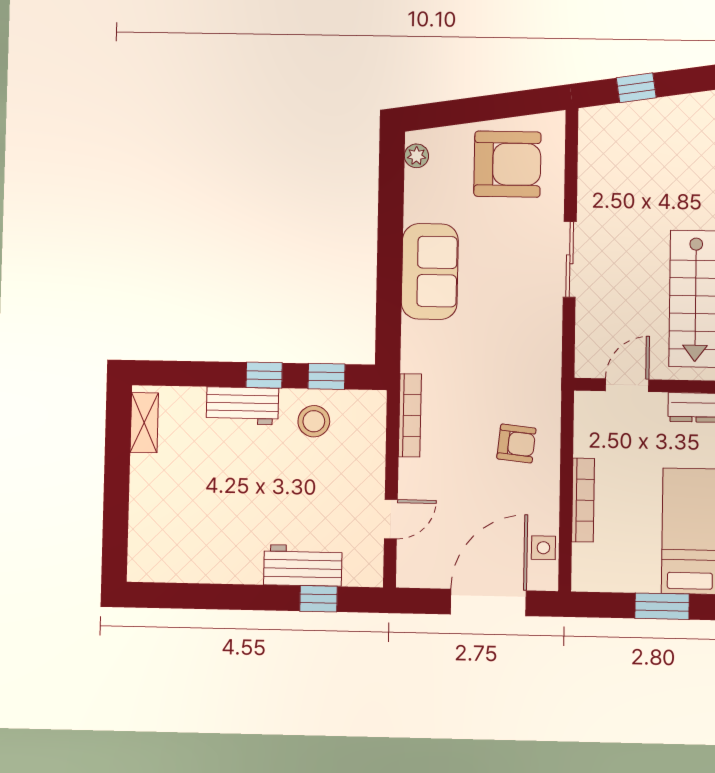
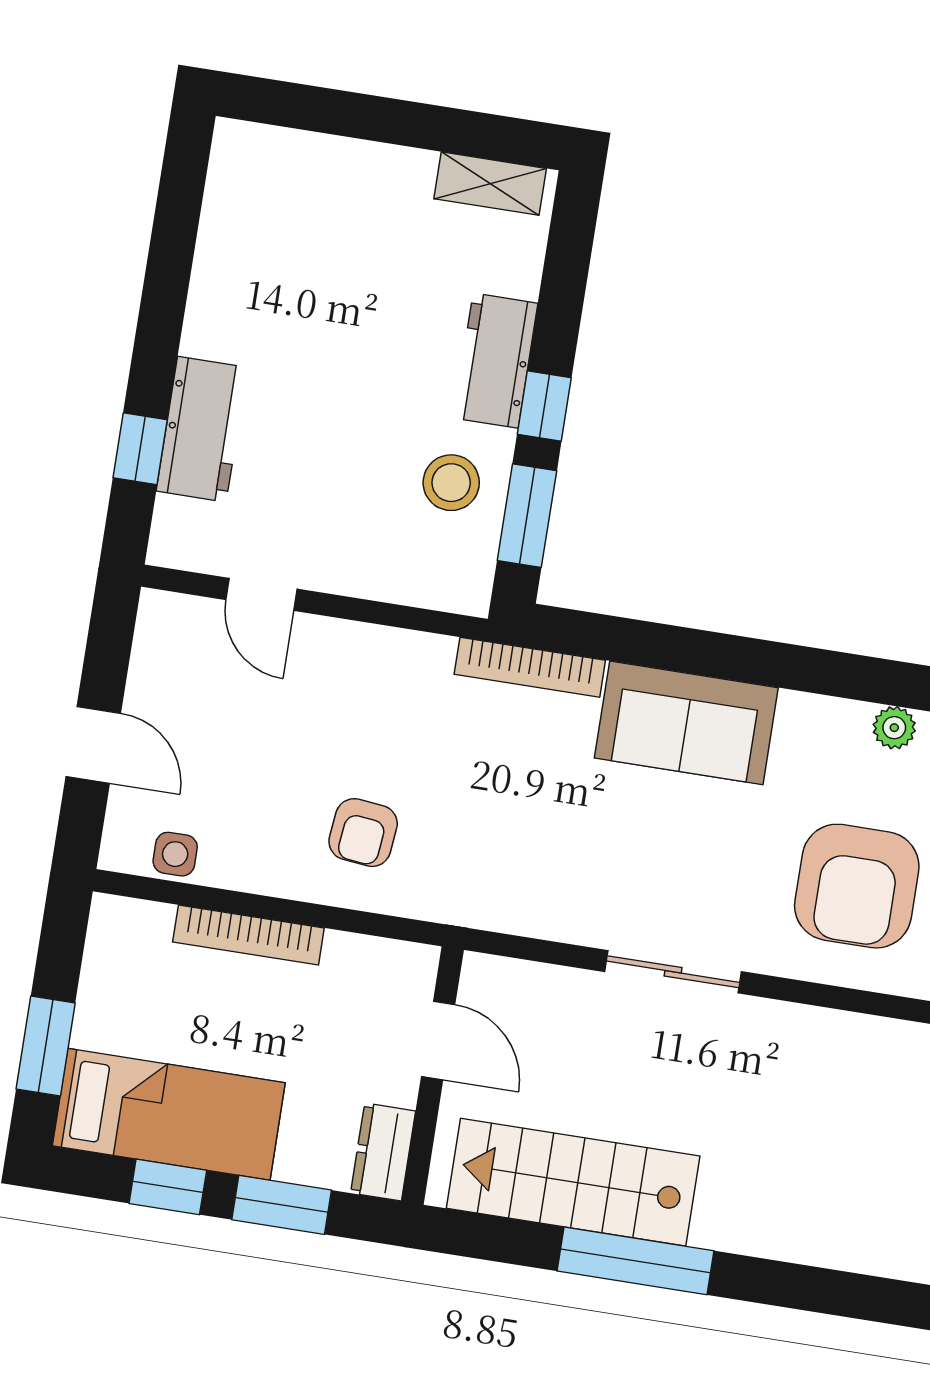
window: (326, 376) -> (527, 516), width x1.50
bookcase: (410, 415) -> (530, 667), moved
door: (488, 602) -> (93, 745), width x0.53

